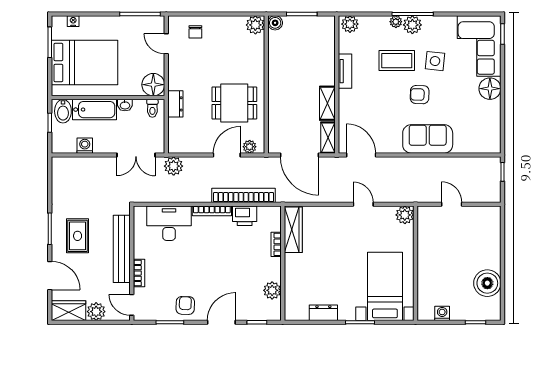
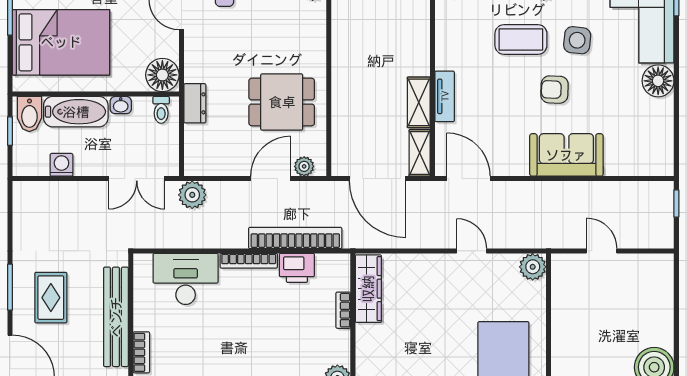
tv unit: (345, 71) -> (445, 96), moved

